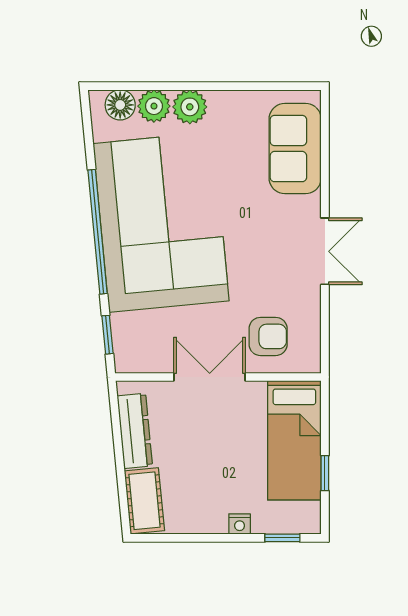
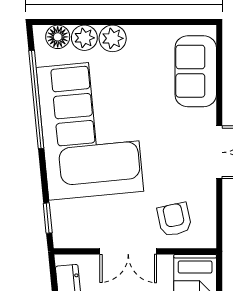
window: (98, 232) -> (36, 99), moved
armchair: (268, 336) -> (174, 219), turned -102
double door: (210, 377) -> (128, 251), swing flipped

